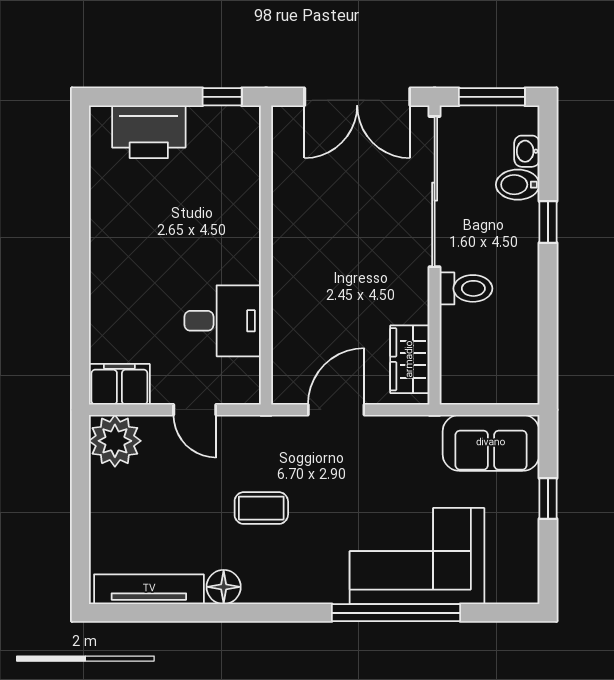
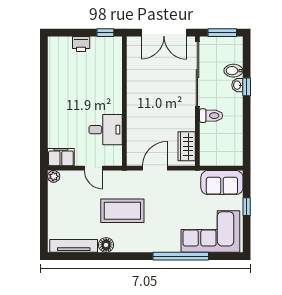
printer: (149, 132) -> (81, 44), width x0.53, depth x0.68
washbasin: (527, 151) -> (237, 85), moved
plant: (115, 441) -> (54, 176), width x0.53, depth x0.53
coffee table: (261, 508) -> (122, 211), width x1.86, depth x1.72
corner sofa: (417, 556) -> (210, 232), moved

